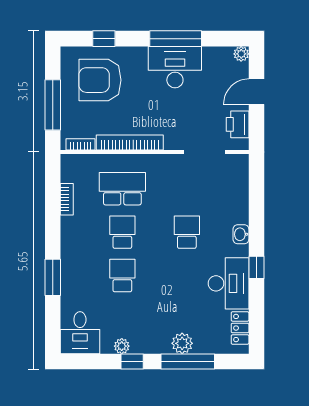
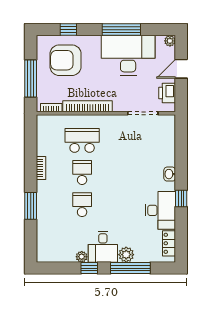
desk: (175, 67) -> (128, 55), width x1.36, depth x1.30
bookcase: (67, 199) -> (41, 168), moved
school desk: (187, 232) -> (130, 172), removed
desk: (80, 333) -> (103, 247), moved

